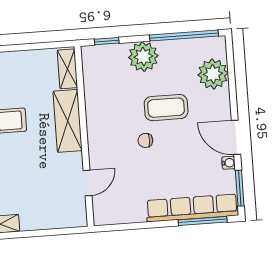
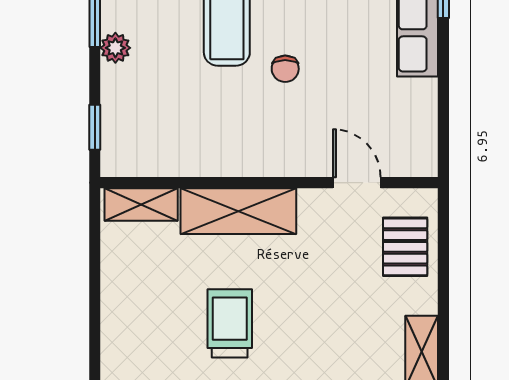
plant: (143, 57) -> (115, 48), width x0.53, depth x0.53
pallet: (55, 211) -> (405, 247), added

